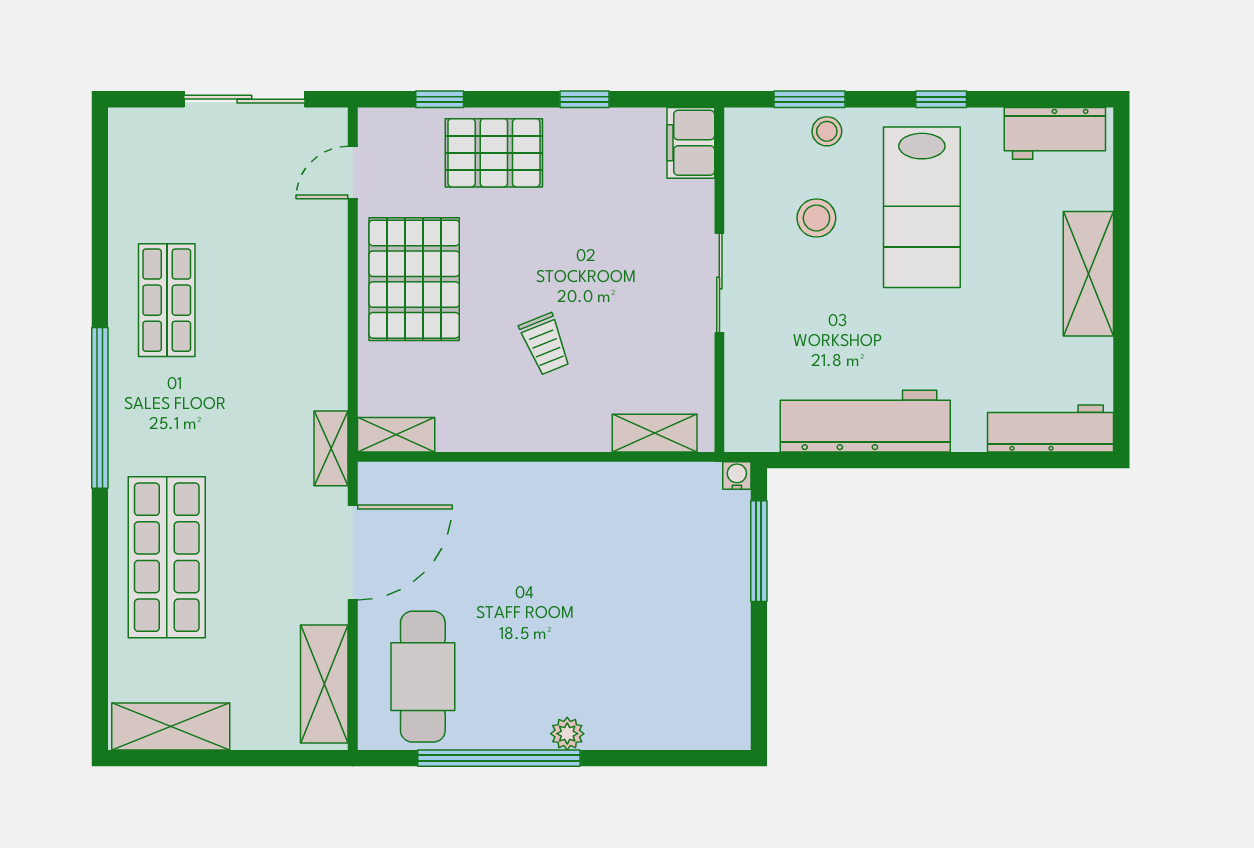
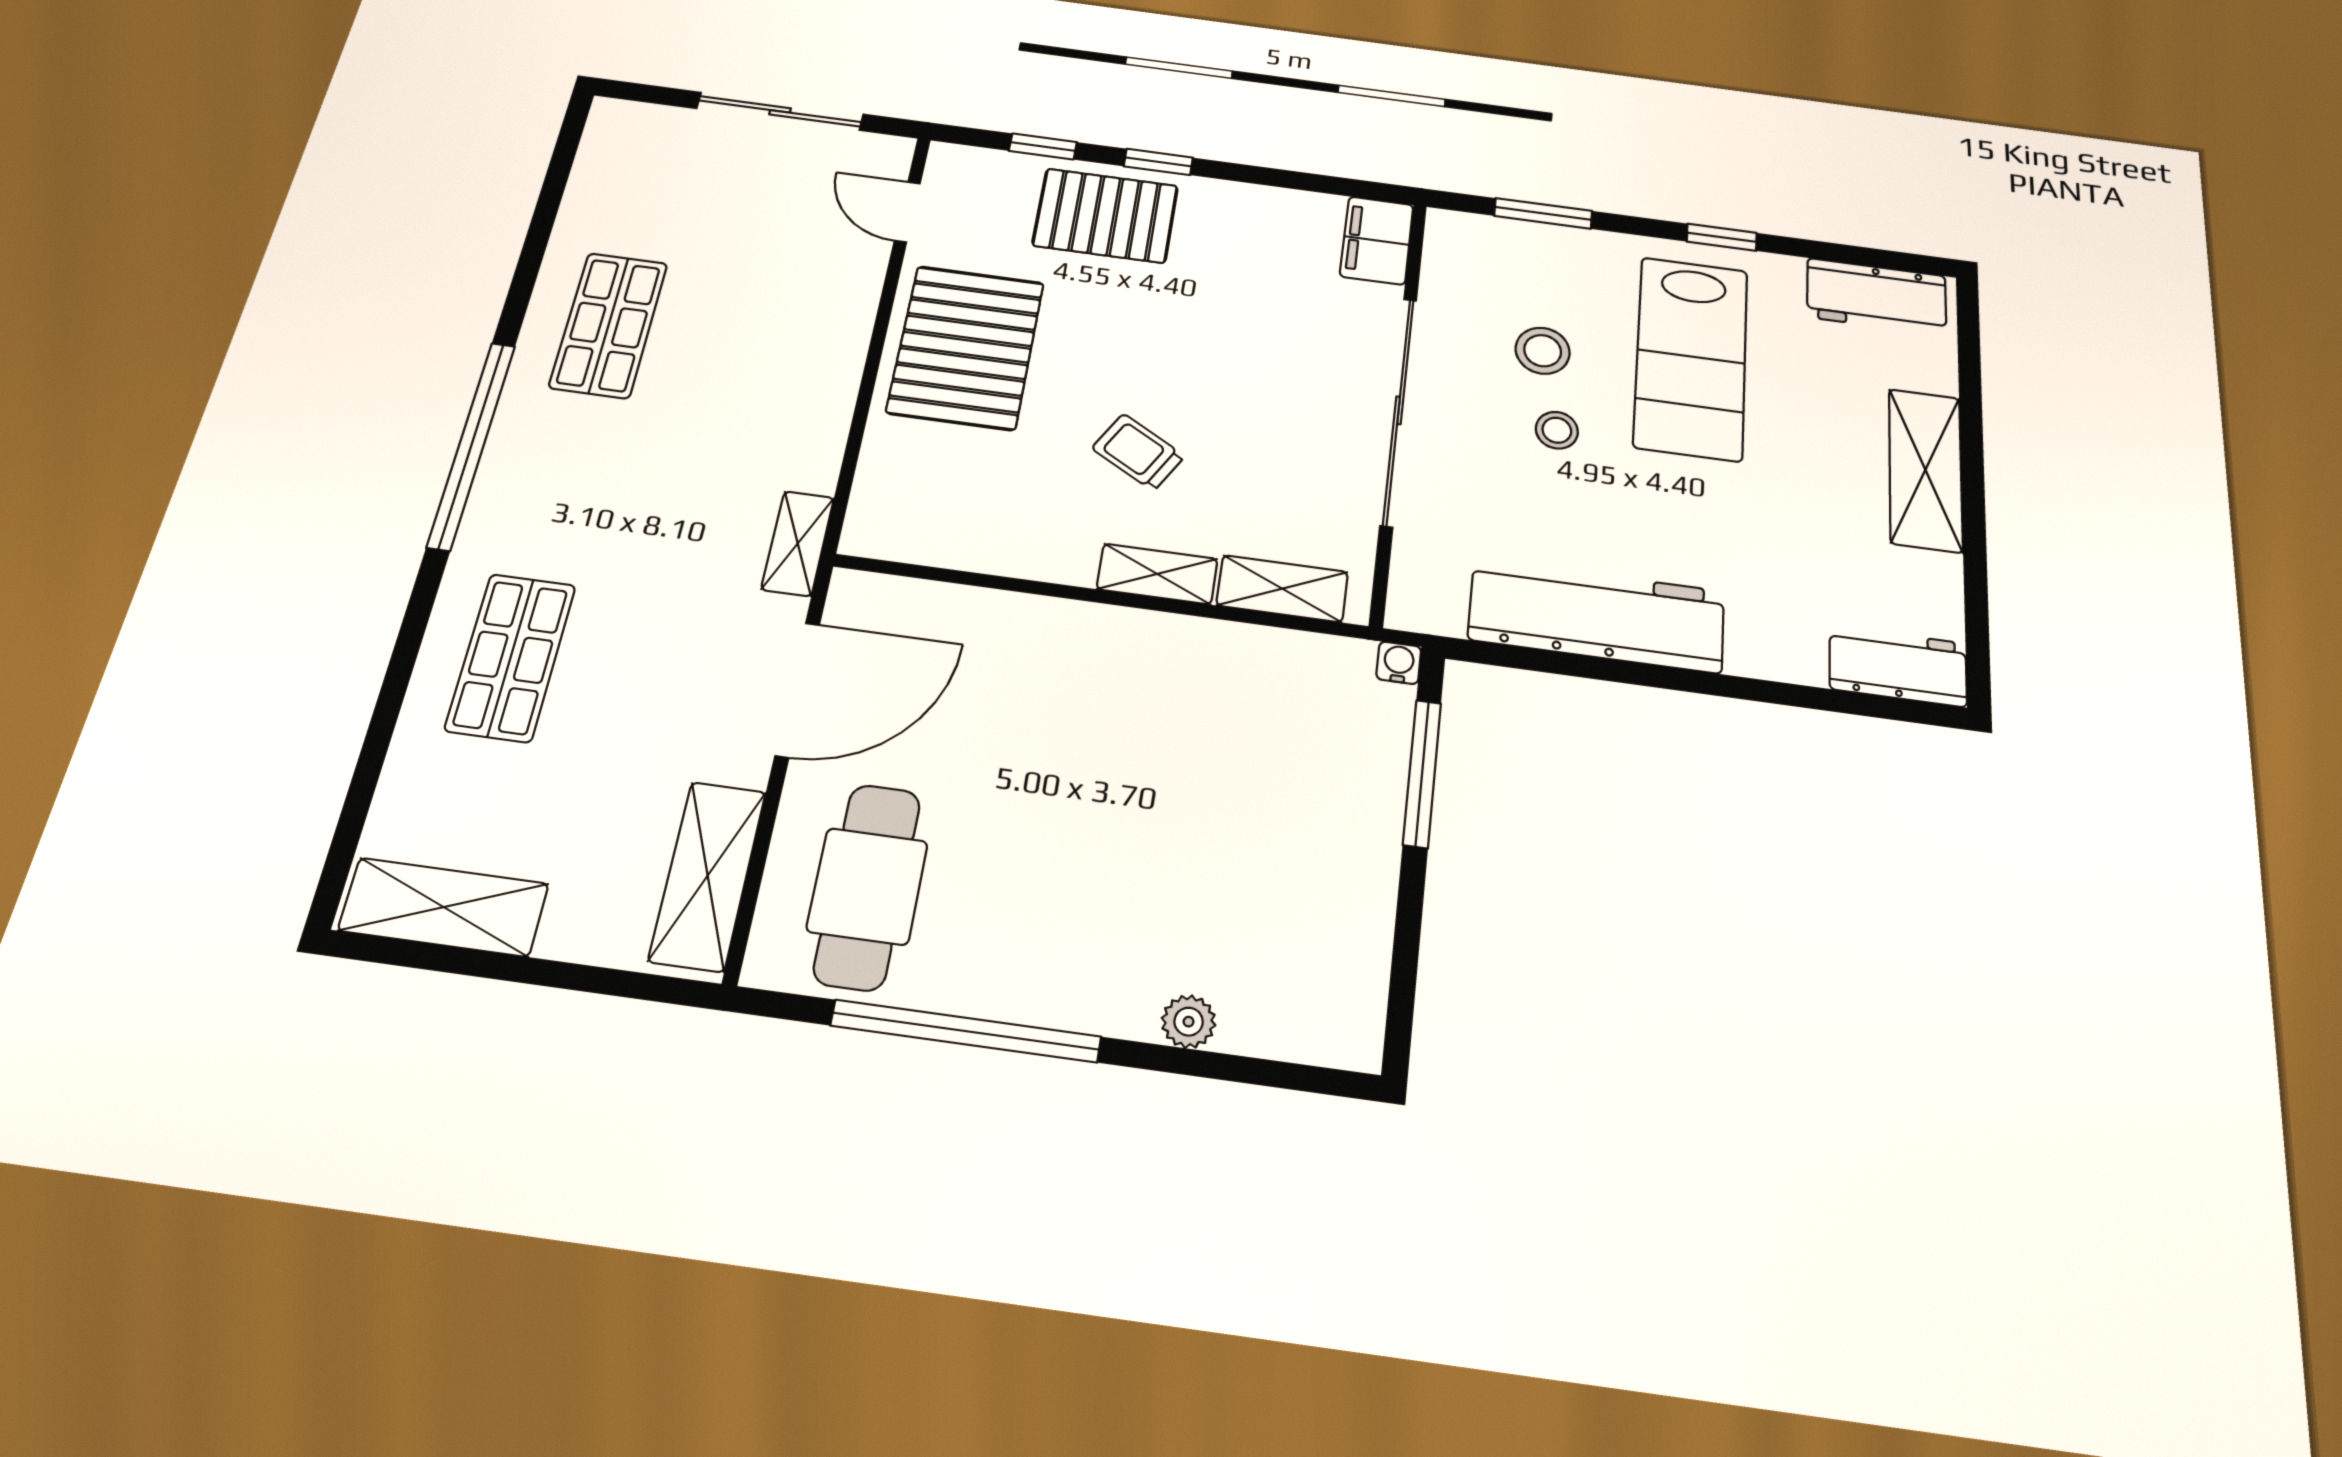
window: (584, 99) -> (1158, 162), moved
stool: (827, 131) -> (1557, 430), moved
door: (353, 173) -> (907, 212), hinge flipped
sliding door: (719, 283) -> (1398, 410), width x1.86
trolley: (545, 344) -> (1138, 452), turned 142
workbench: (1050, 428) -> (1898, 666), width x0.73
shelving: (396, 435) -> (1157, 574), moved
shop shelf: (167, 557) -> (511, 657), width x0.70, depth x0.74
plant: (567, 734) -> (1189, 1022), moved

